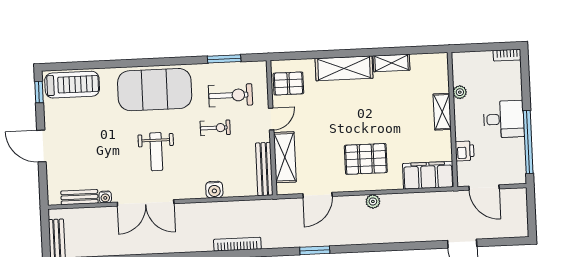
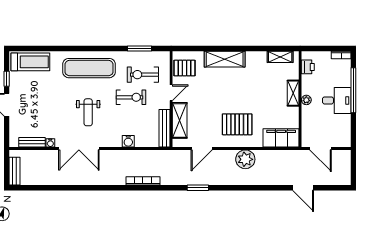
shelving: (391, 63) -> (280, 57), moved
exercise mat: (155, 90) -> (89, 68), width x0.68
window: (39, 92) -> (7, 79), moved
plant: (460, 92) -> (306, 100), moved
exercise bike: (231, 95) -> (143, 75), turned 180
exercise bike: (215, 128) -> (131, 97), width x1.38, depth x1.39
window: (528, 142) -> (353, 90), moved
printer: (465, 151) -> (308, 67), moved
plant: (373, 201) -> (245, 159), width x1.88, depth x1.88

